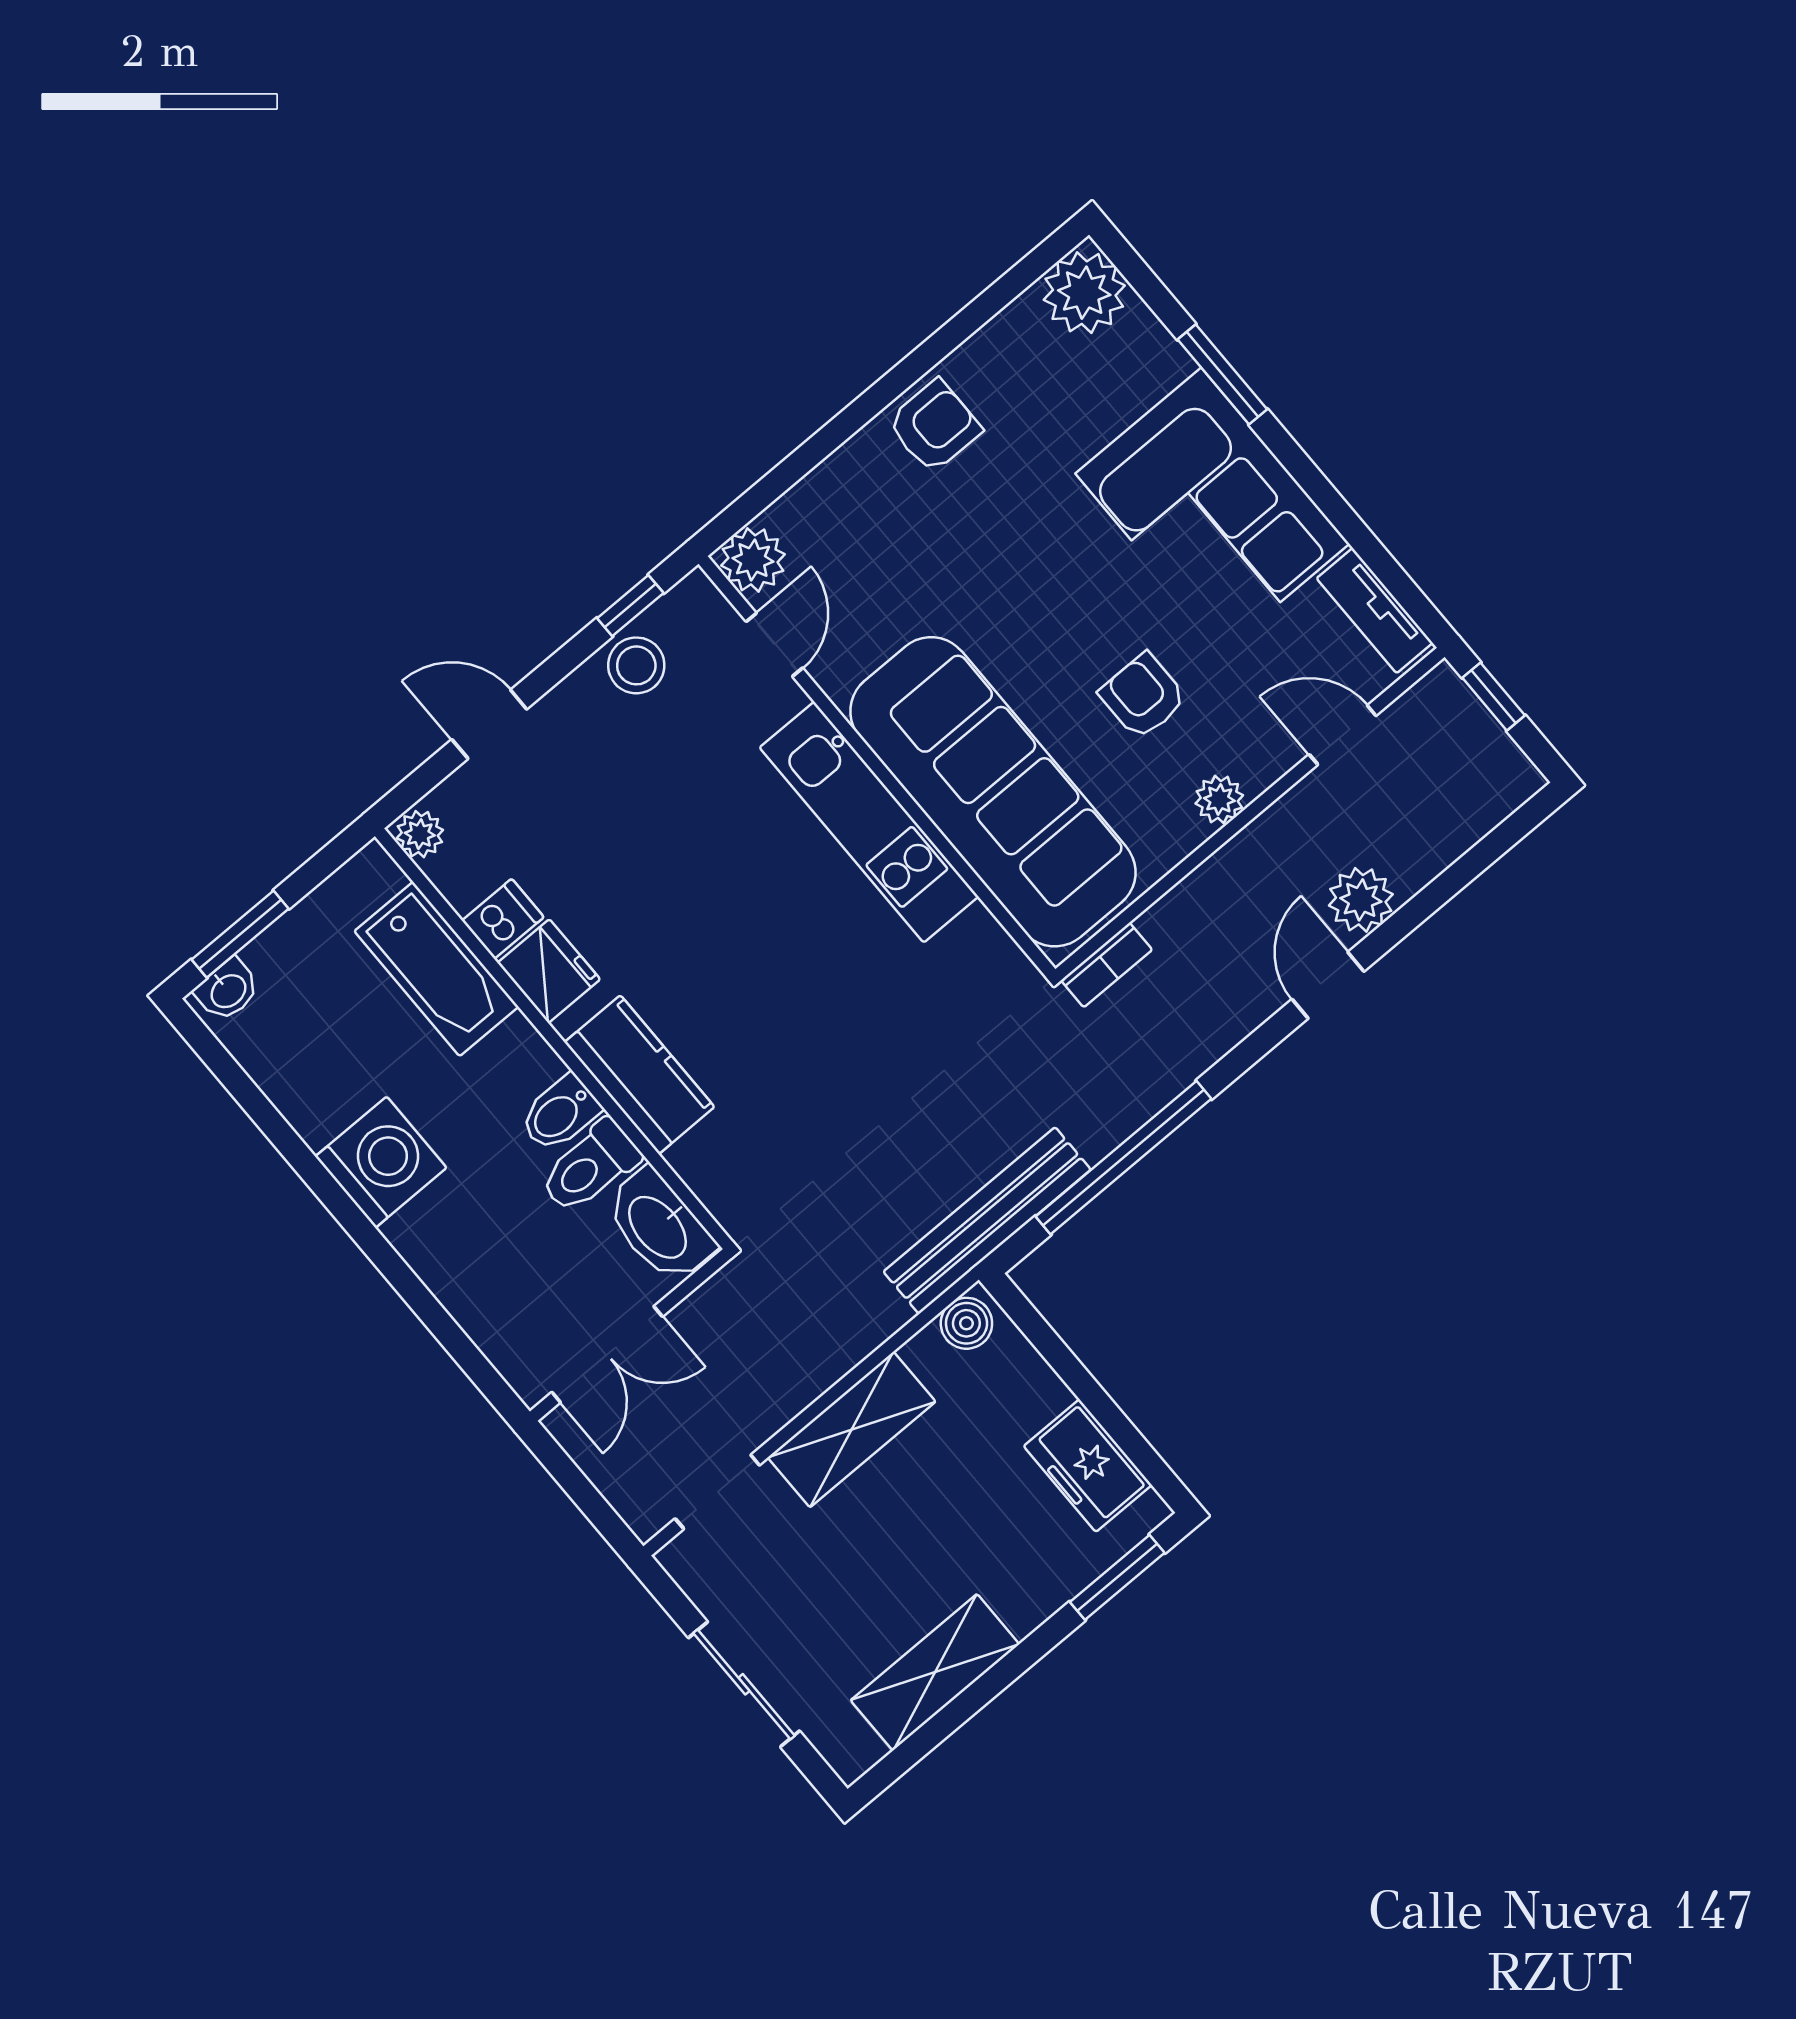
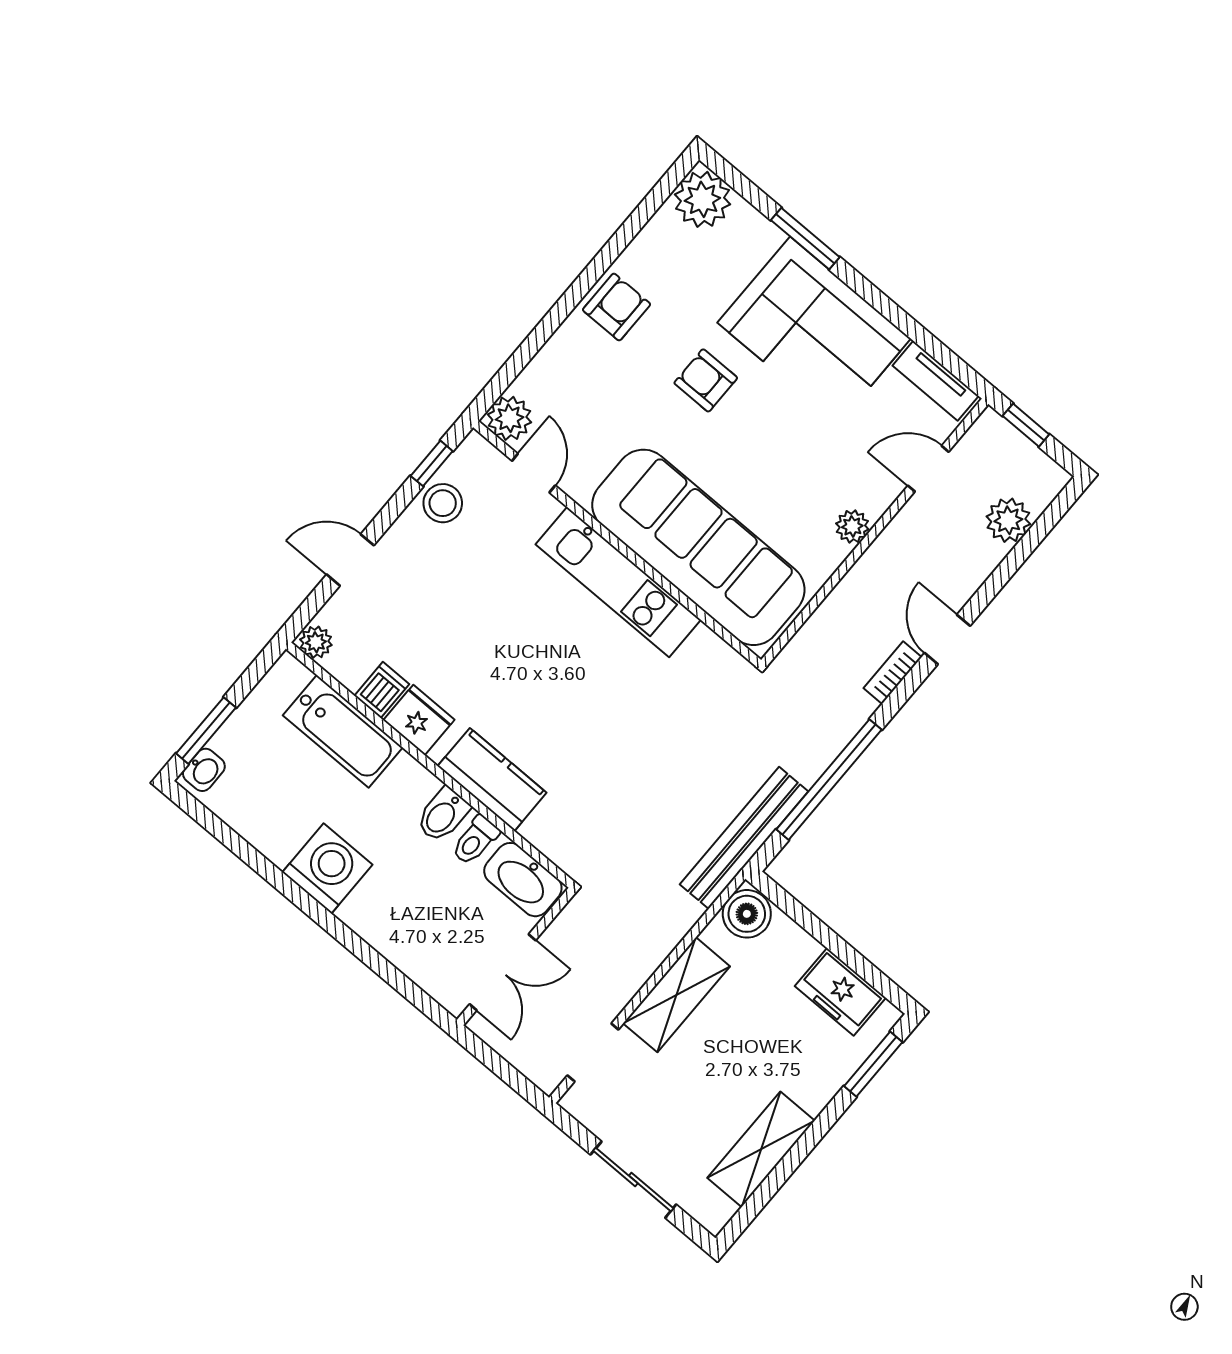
armchair: (1143, 696) -> (706, 380), moved
plant: (1361, 900) -> (1008, 520), moved
bookcase: (1107, 965) -> (893, 673), moved, turned 180
toilet: (590, 1167) -> (475, 840), width x0.73, depth x0.72
boiler: (966, 1323) -> (747, 914), width x1.36, depth x1.36

